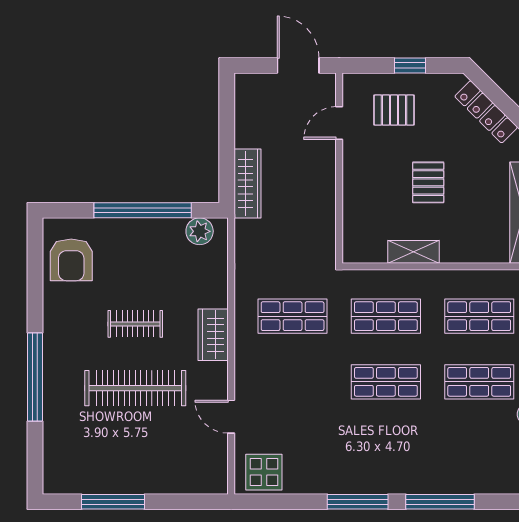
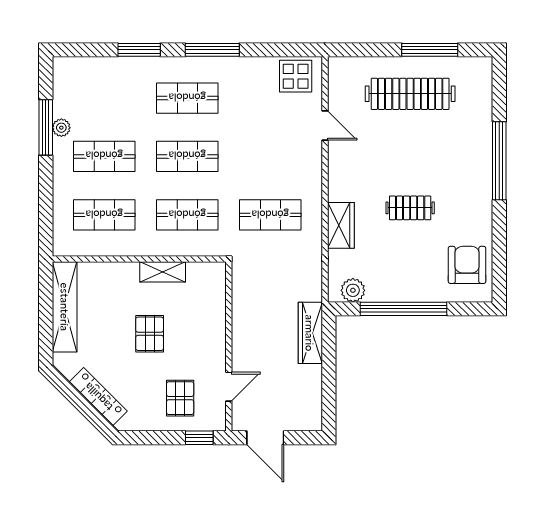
window: (410, 65) -> (199, 438), moved
pallet: (394, 110) -> (180, 398), turned 90
wardrobe: (213, 335) -> (341, 225), moved
clothes rail: (135, 388) -> (410, 94), moved
shop shelf: (386, 447) -> (187, 98), added
window: (440, 502) -> (139, 50), width x0.69

